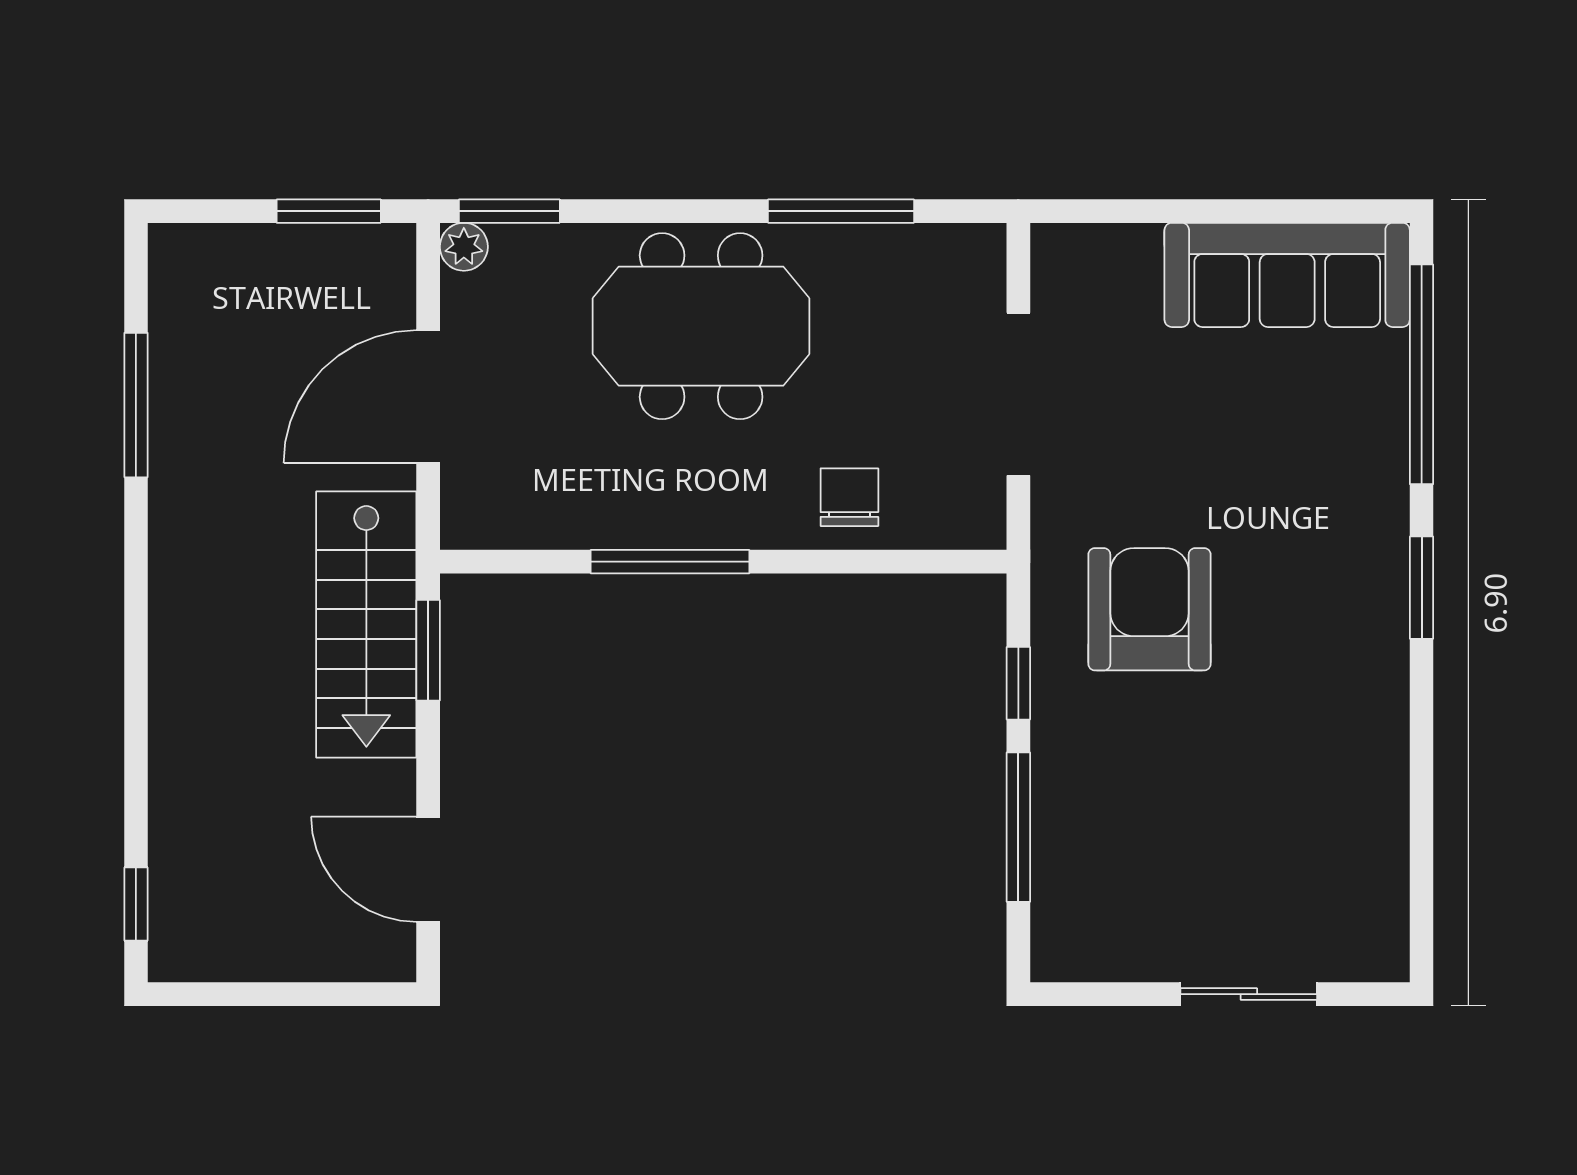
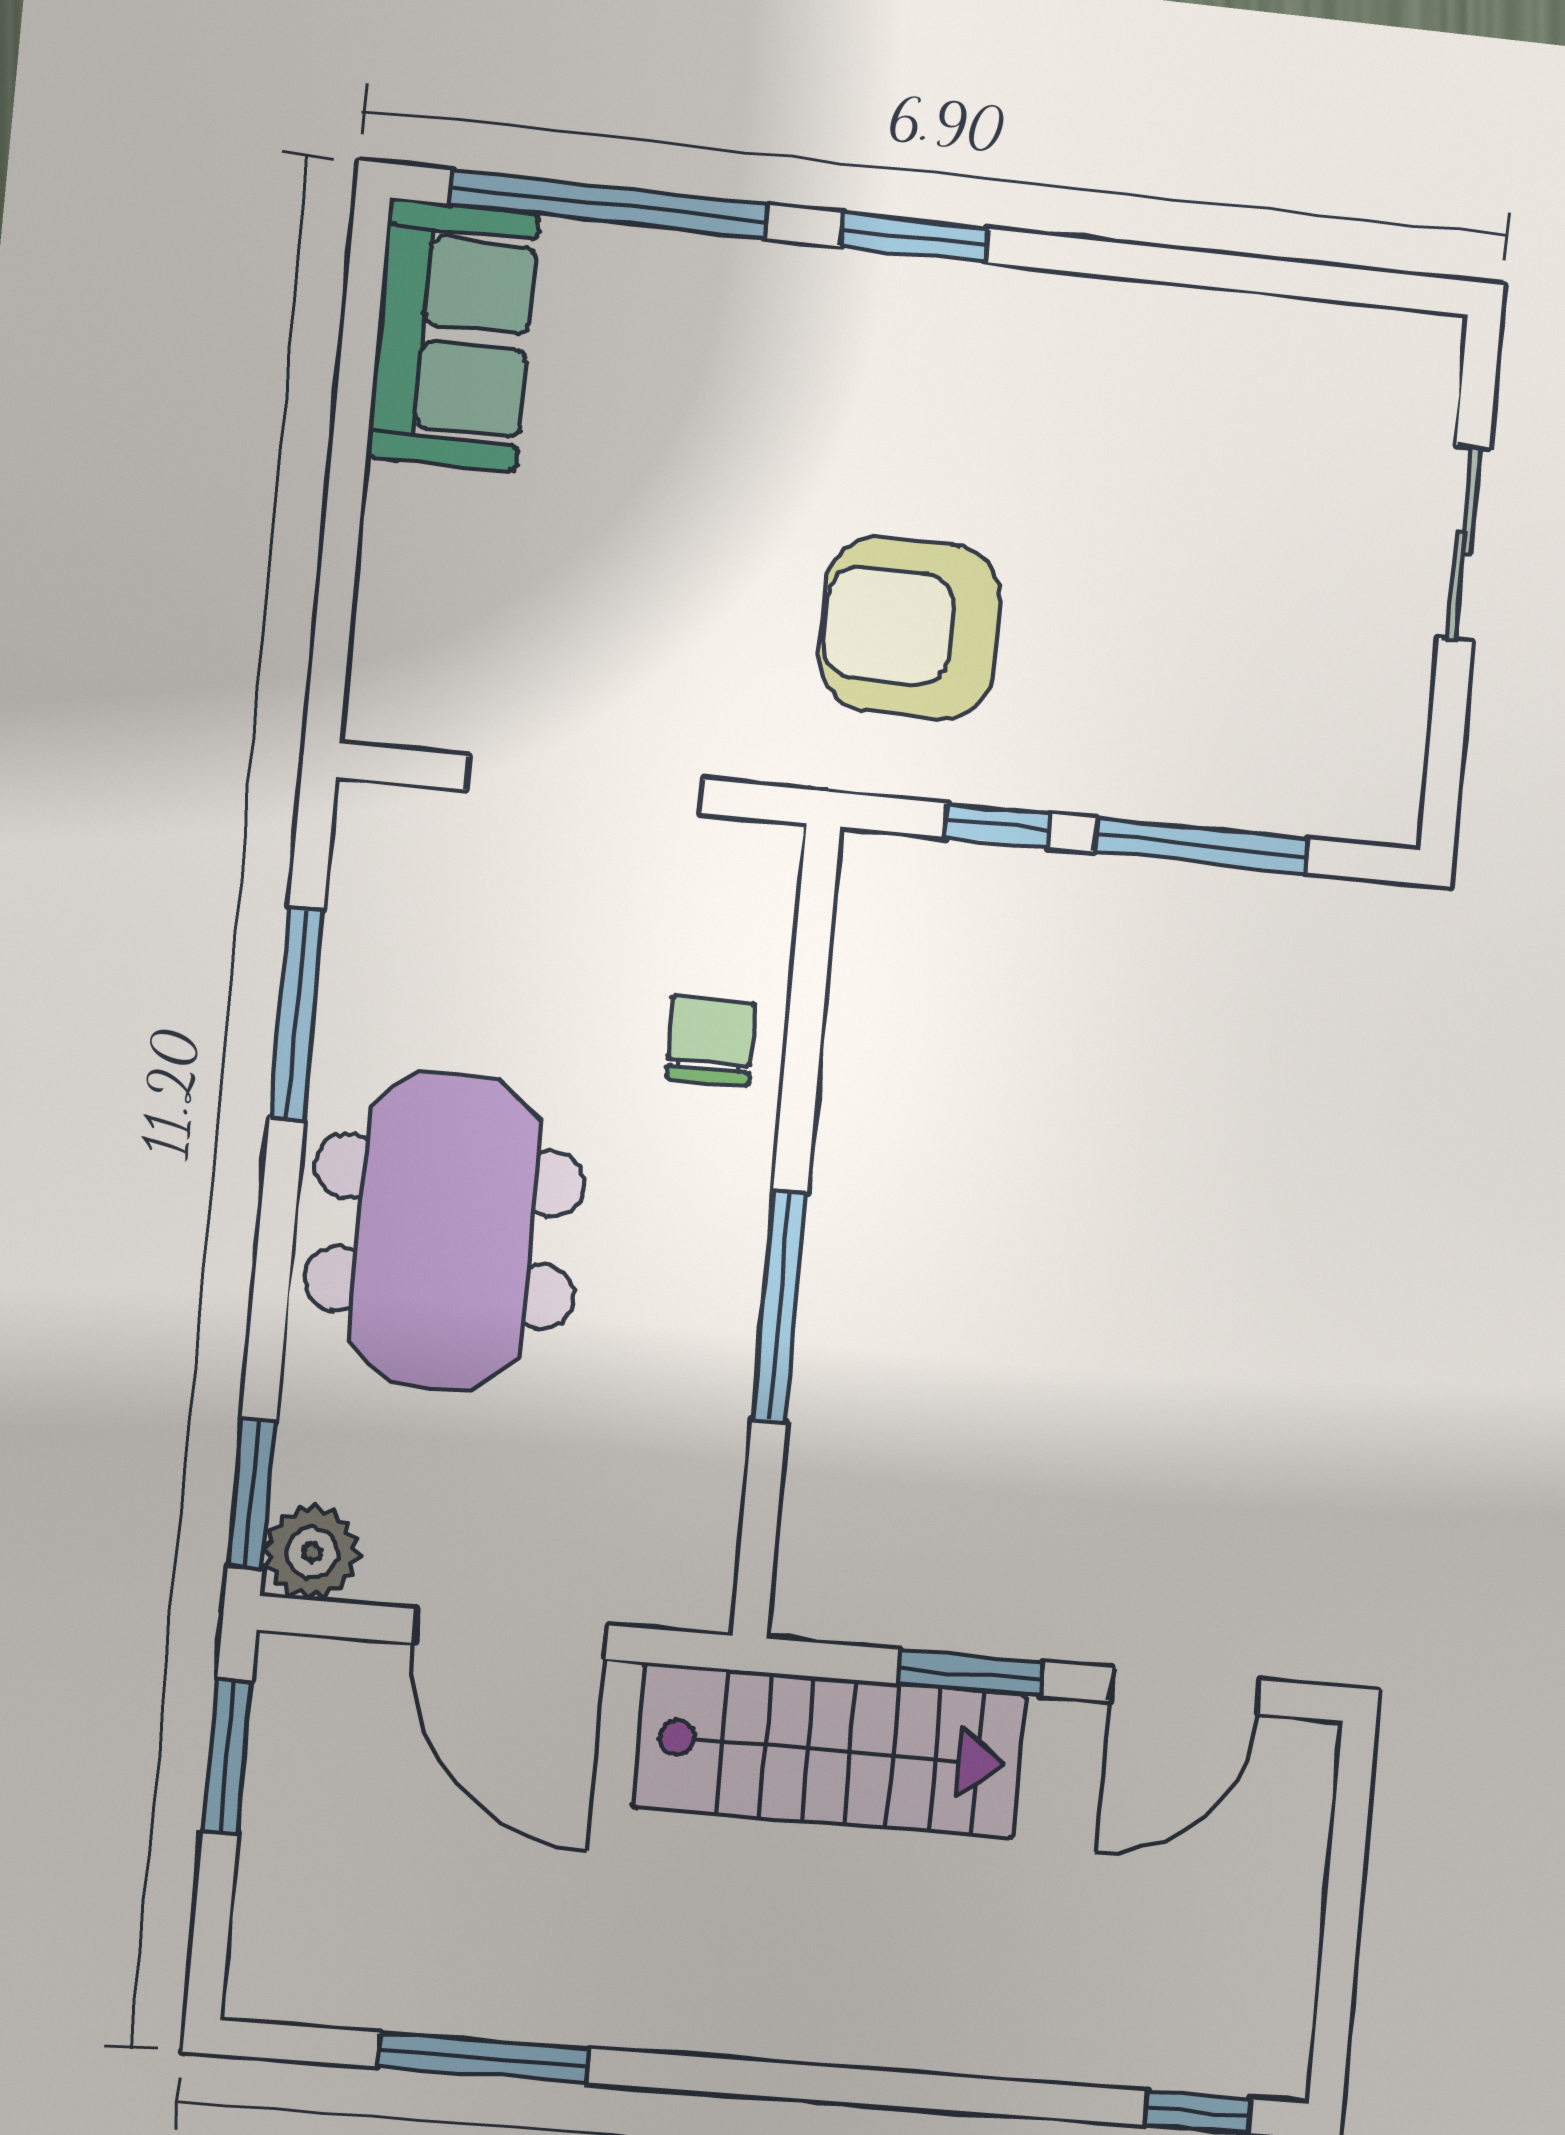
plant: (464, 247) -> (312, 1552), width x1.38, depth x1.38
sofa: (1287, 275) -> (453, 335), width x0.73
chair: (849, 497) -> (711, 1041), turned 90
window: (428, 650) -> (971, 1673), moved

